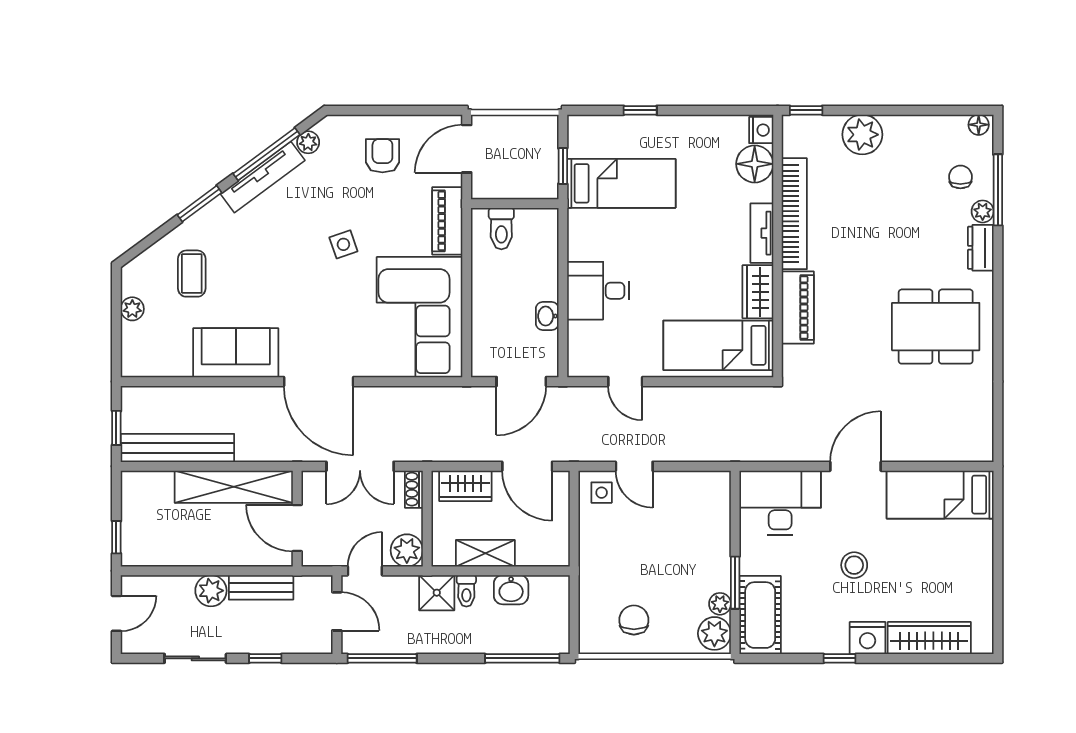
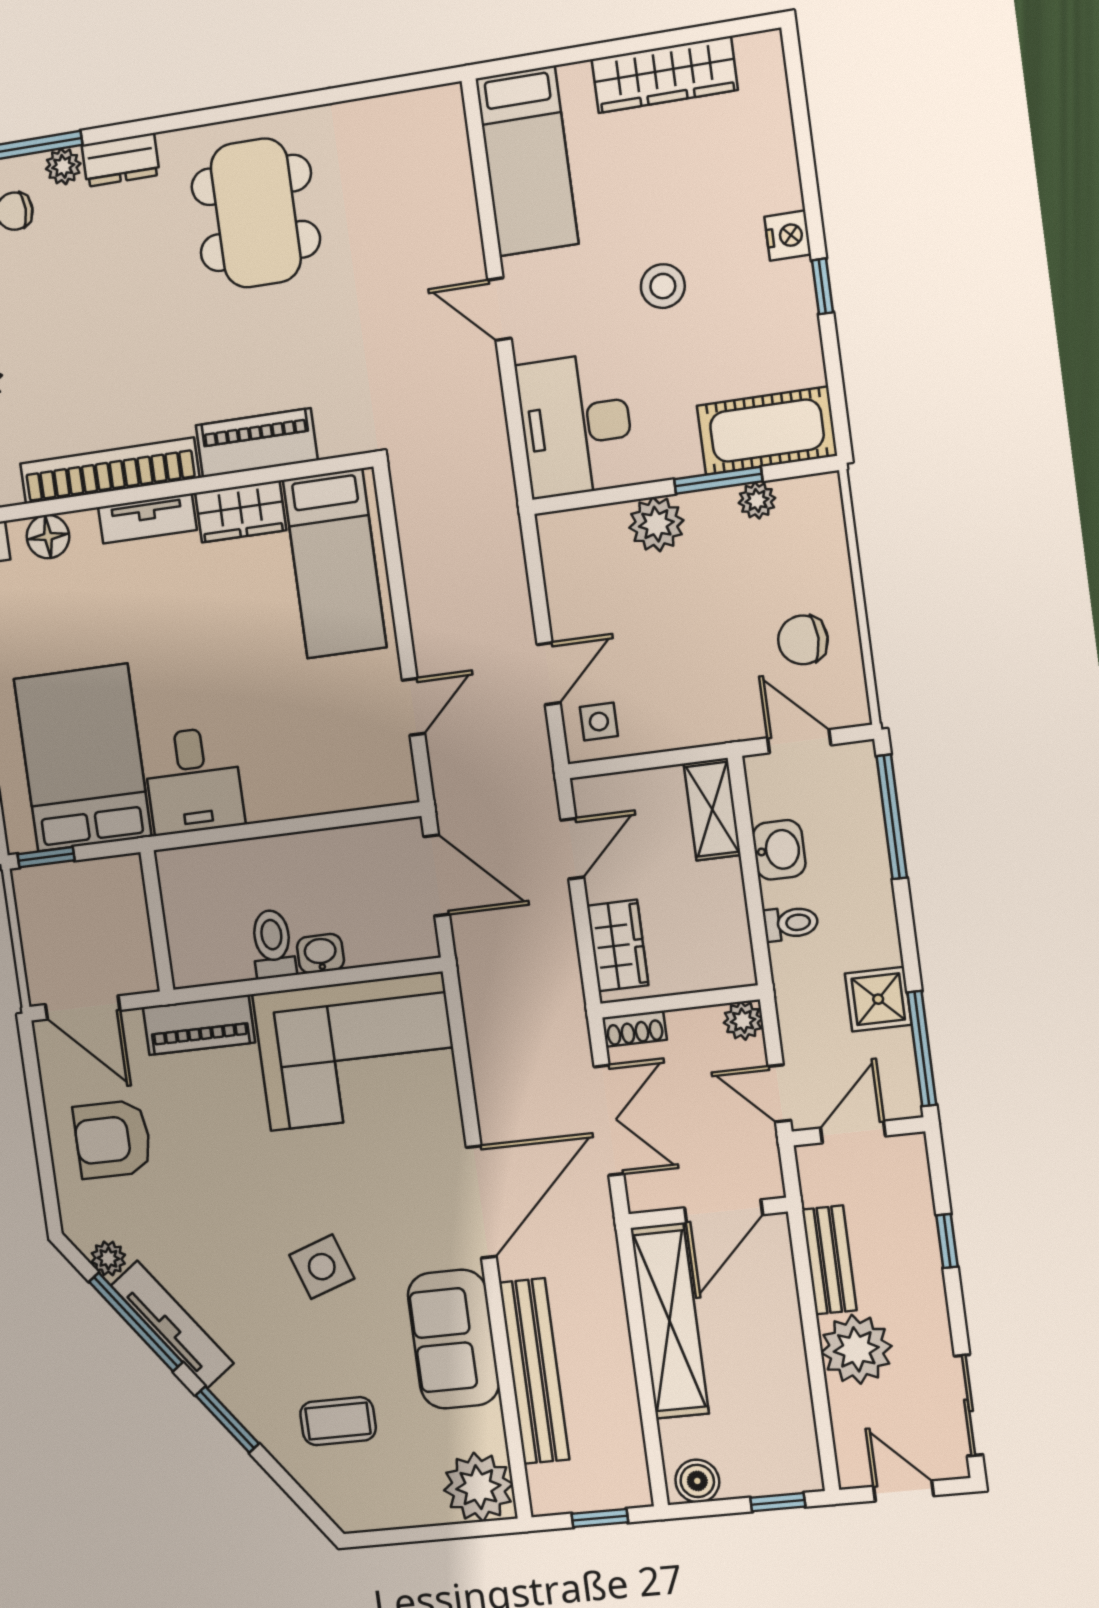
armchair: (382, 156) -> (113, 1139), width x1.38, depth x1.38
floor lamp: (755, 164) -> (48, 537), width x0.73, depth x0.73
window: (563, 166) -> (46, 857), moved
bed: (621, 183) -> (83, 758), width x1.50
toilet: (501, 229) -> (273, 944), moved, turned -90
side table: (343, 244) -> (322, 1267), moved, width x1.37, depth x1.37
desk: (598, 291) -> (193, 781), moved
plant: (132, 309) -> (478, 1487), moved, width x1.88, depth x1.88
washbasin: (547, 316) -> (320, 954), moved, turned 180
bench: (177, 448) -> (534, 1371), moved
door: (527, 466) -> (572, 849), width x0.73
door: (856, 466) -> (499, 309), width x0.73
boiler: (134, 490) -> (697, 1481), added
plant: (407, 550) -> (743, 1021), width x0.73, depth x0.73
shelving: (485, 553) -> (712, 809), moved
plant: (211, 591) -> (856, 1349), width x1.36, depth x1.36
shower: (437, 593) -> (878, 999), moved
door: (574, 610) -> (799, 741), added
plant: (714, 633) -> (656, 524), moved
nightstand: (868, 638) -> (788, 236), width x0.74, depth x0.75
wardrobe: (929, 638) -> (665, 75), moved, turned -90
sliding door: (195, 658) -> (968, 1405), moved

